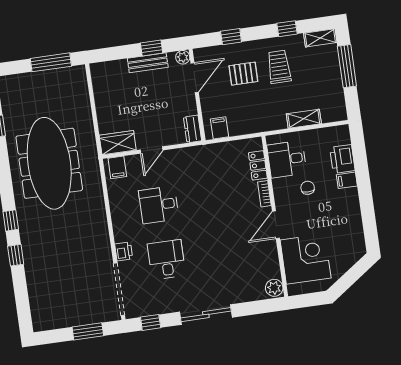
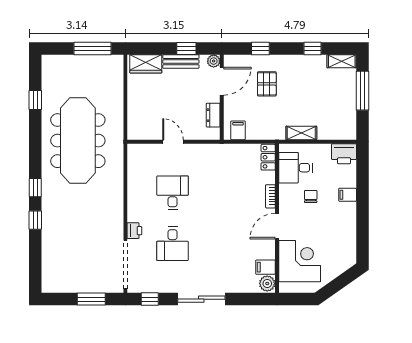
trolley: (279, 67) -> (300, 82), removed
pallet: (243, 74) -> (267, 84), turned 90
shelving: (304, 119) -> (301, 133), moved
dresser: (192, 129) -> (213, 115), moved
wardrobe: (118, 143) -> (146, 64), moved, turned 180
door: (152, 150) -> (173, 142), swing flipped
printer: (342, 159) -> (344, 154), moved, turned -90
locker: (258, 165) -> (268, 157), moved
filing cabinet: (117, 167) -> (265, 267), moved, turned 90
desk: (159, 205) -> (173, 193), turned 90
desk: (167, 260) -> (173, 244), turned 180

